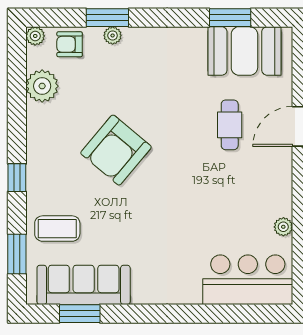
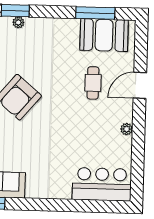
window: (230, 18) -> (95, 13), width x1.44
plant: (283, 227) -> (127, 129), moved

